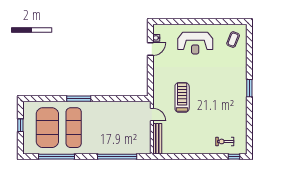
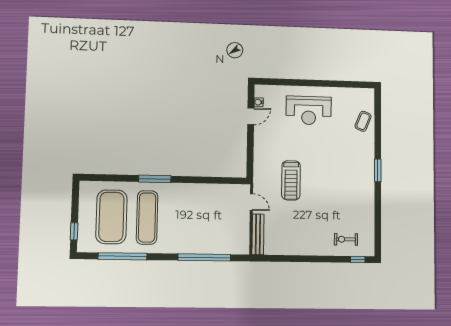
coffee table: (233, 40) -> (363, 121), moved
treadmill: (182, 97) -> (291, 180), turned 180
window: (20, 125) -> (74, 231), moved

